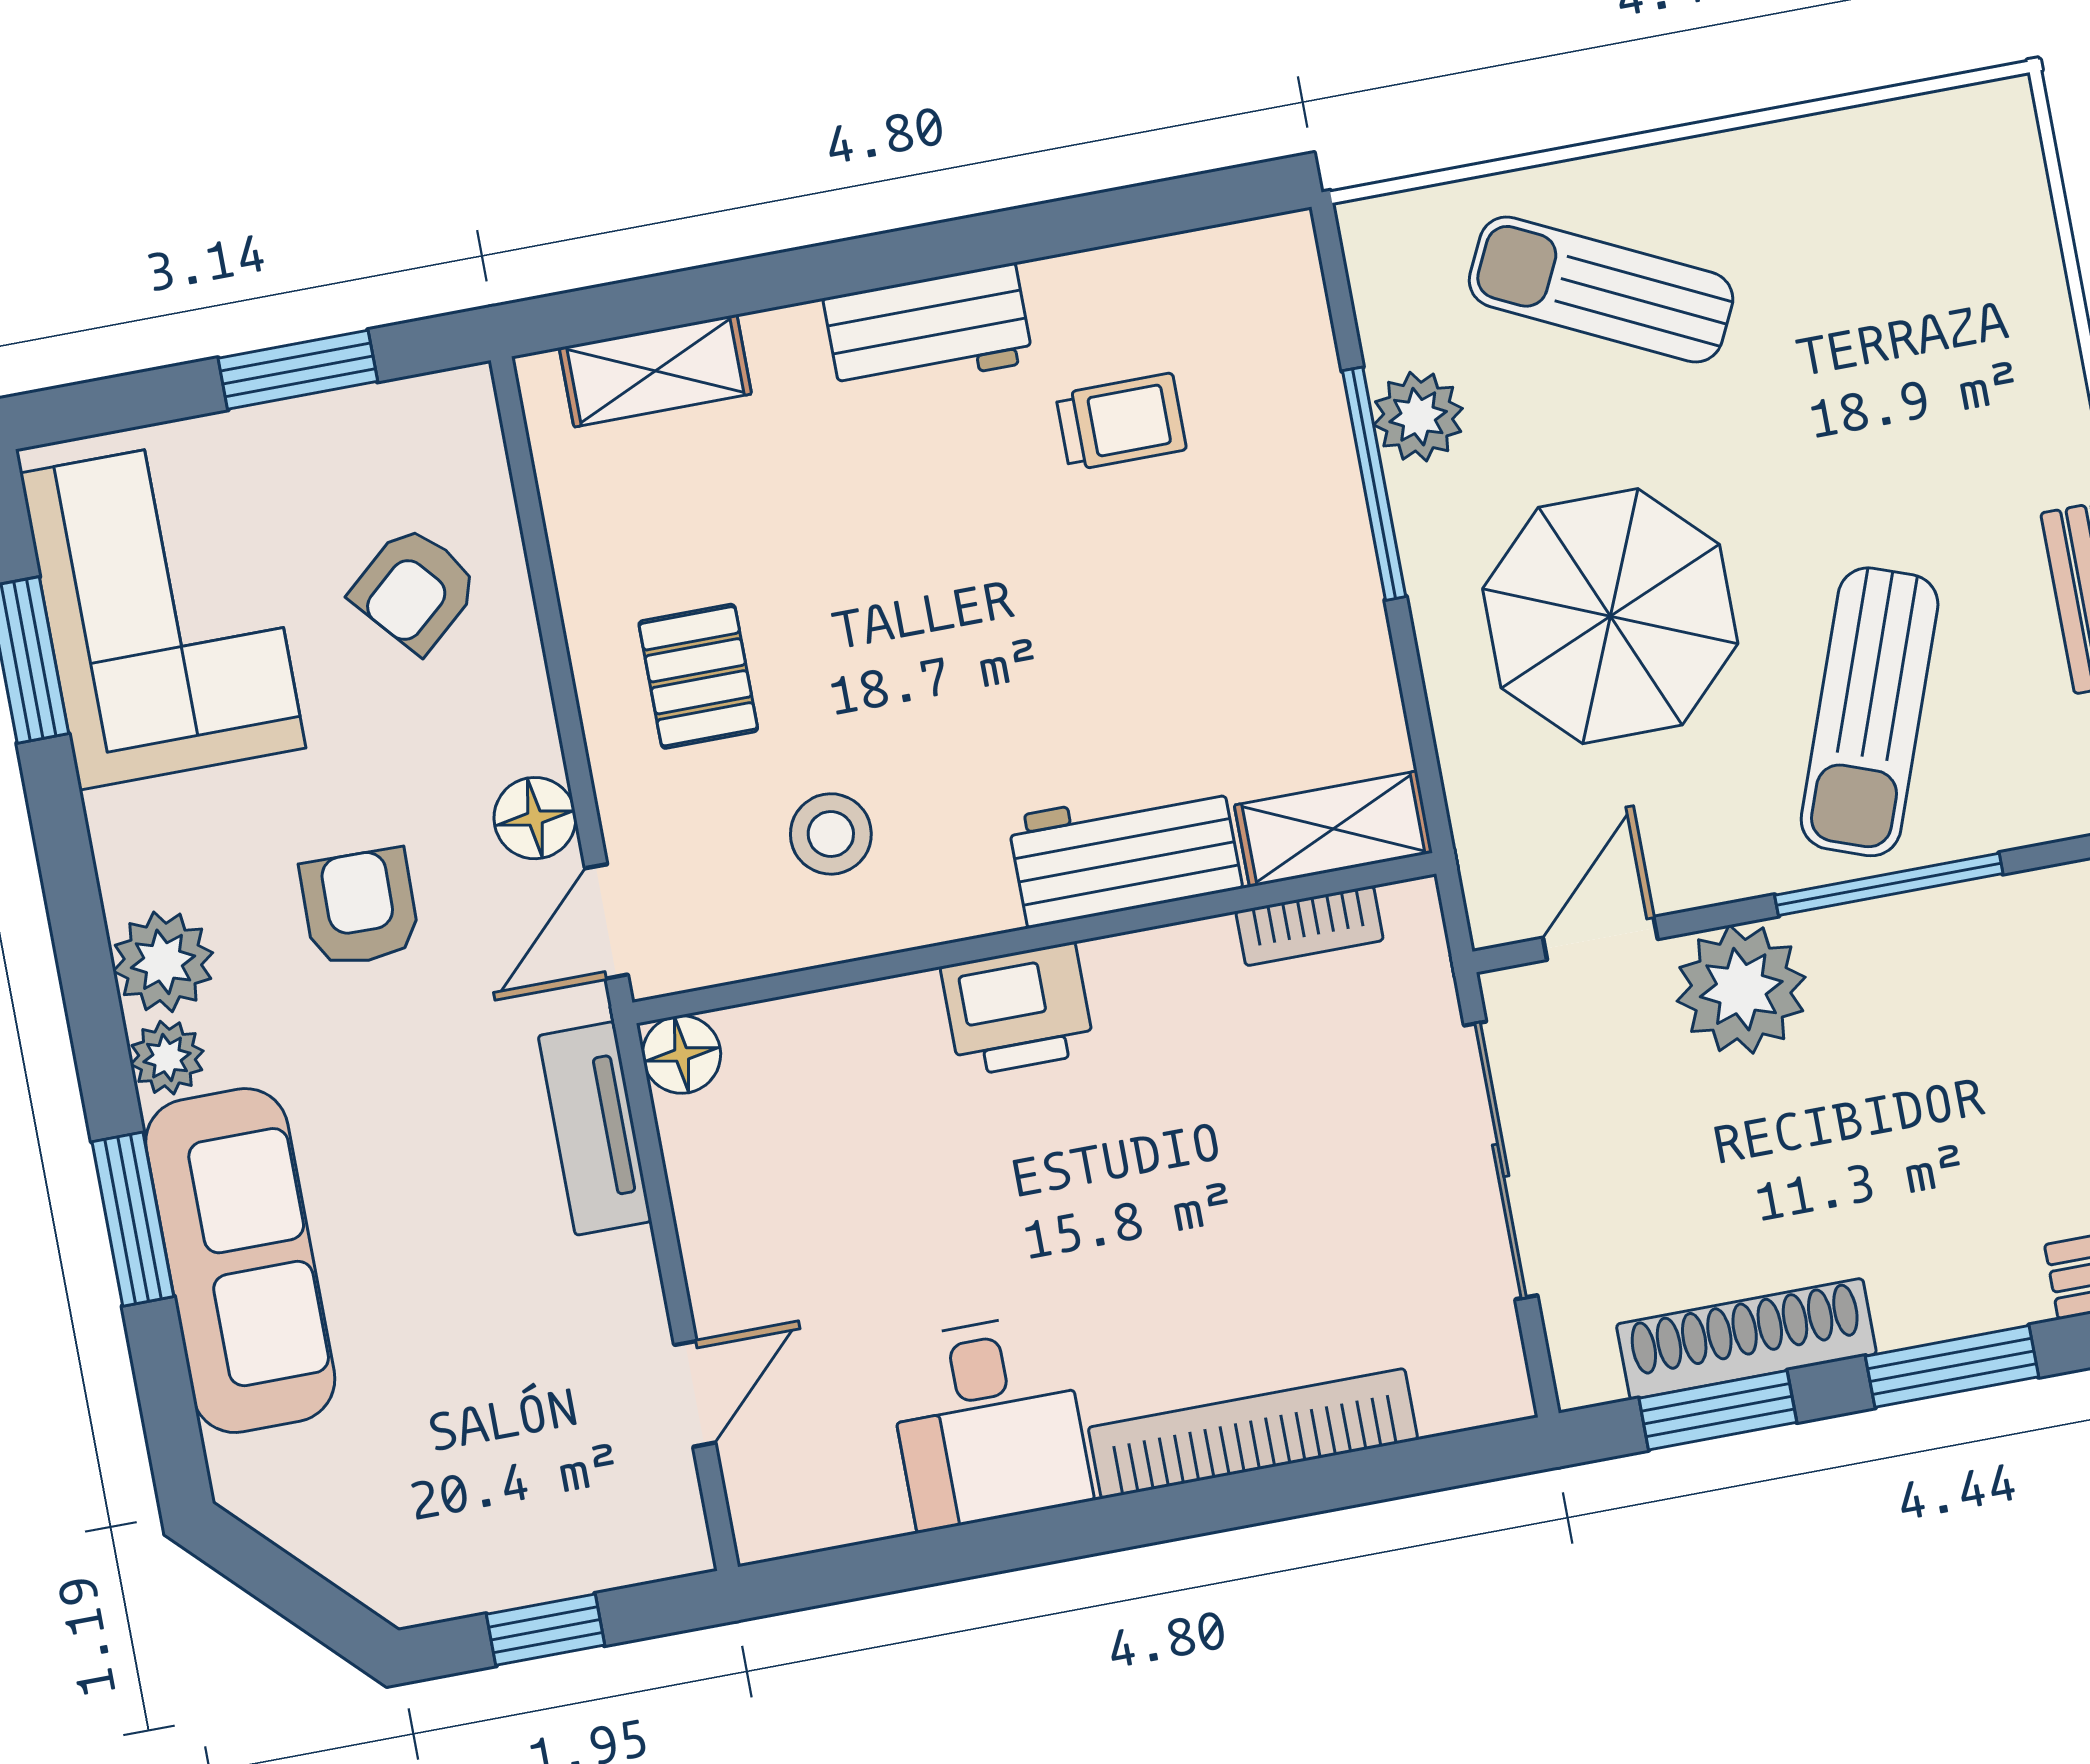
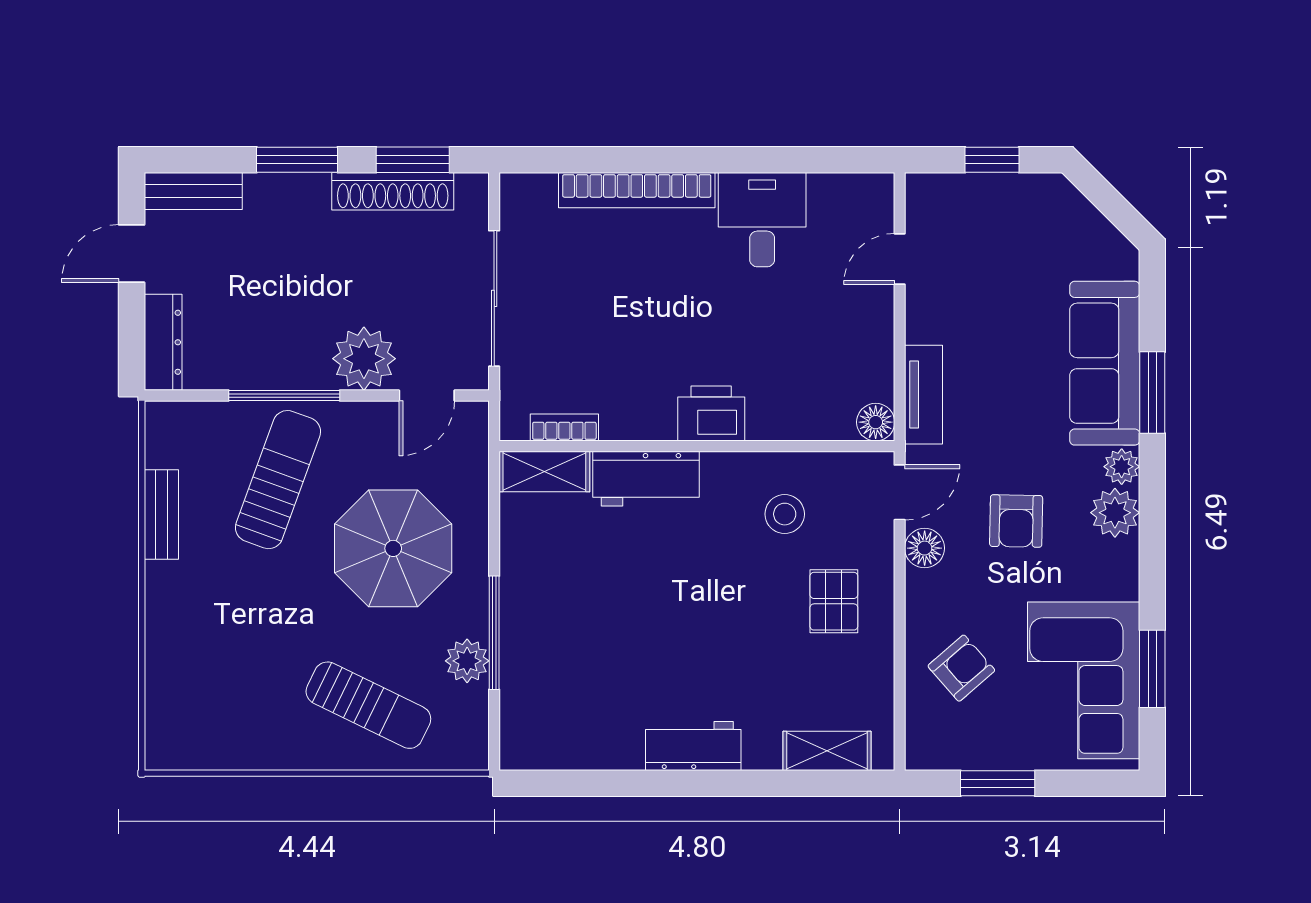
trolley: (1121, 422) -> (609, 685), removed

